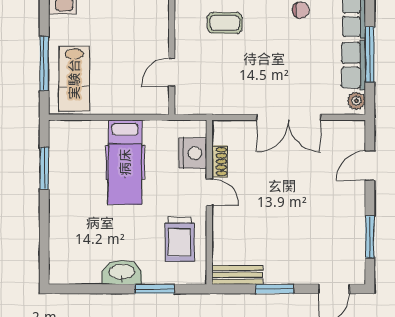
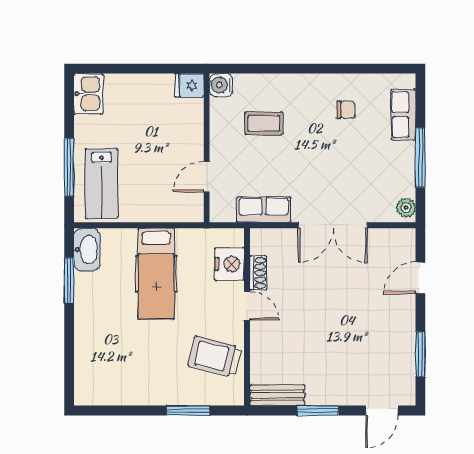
row of seats: (353, 65) -> (264, 210), moved, turned 90
trolley: (180, 239) -> (215, 357), turned 103
washbasin: (122, 272) -> (87, 250), moved, turned 90

